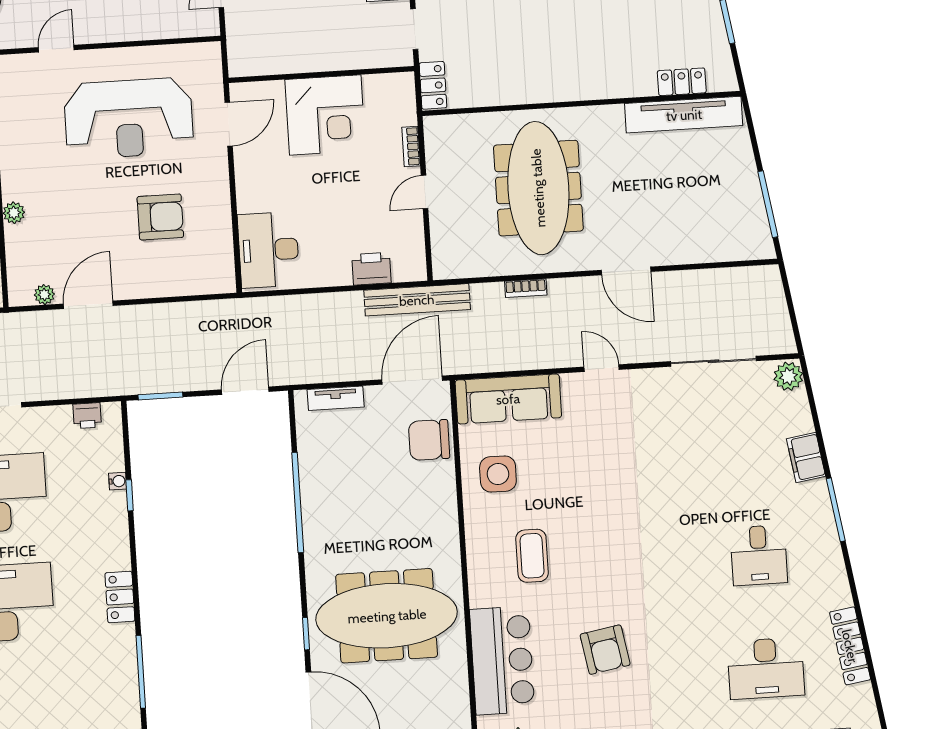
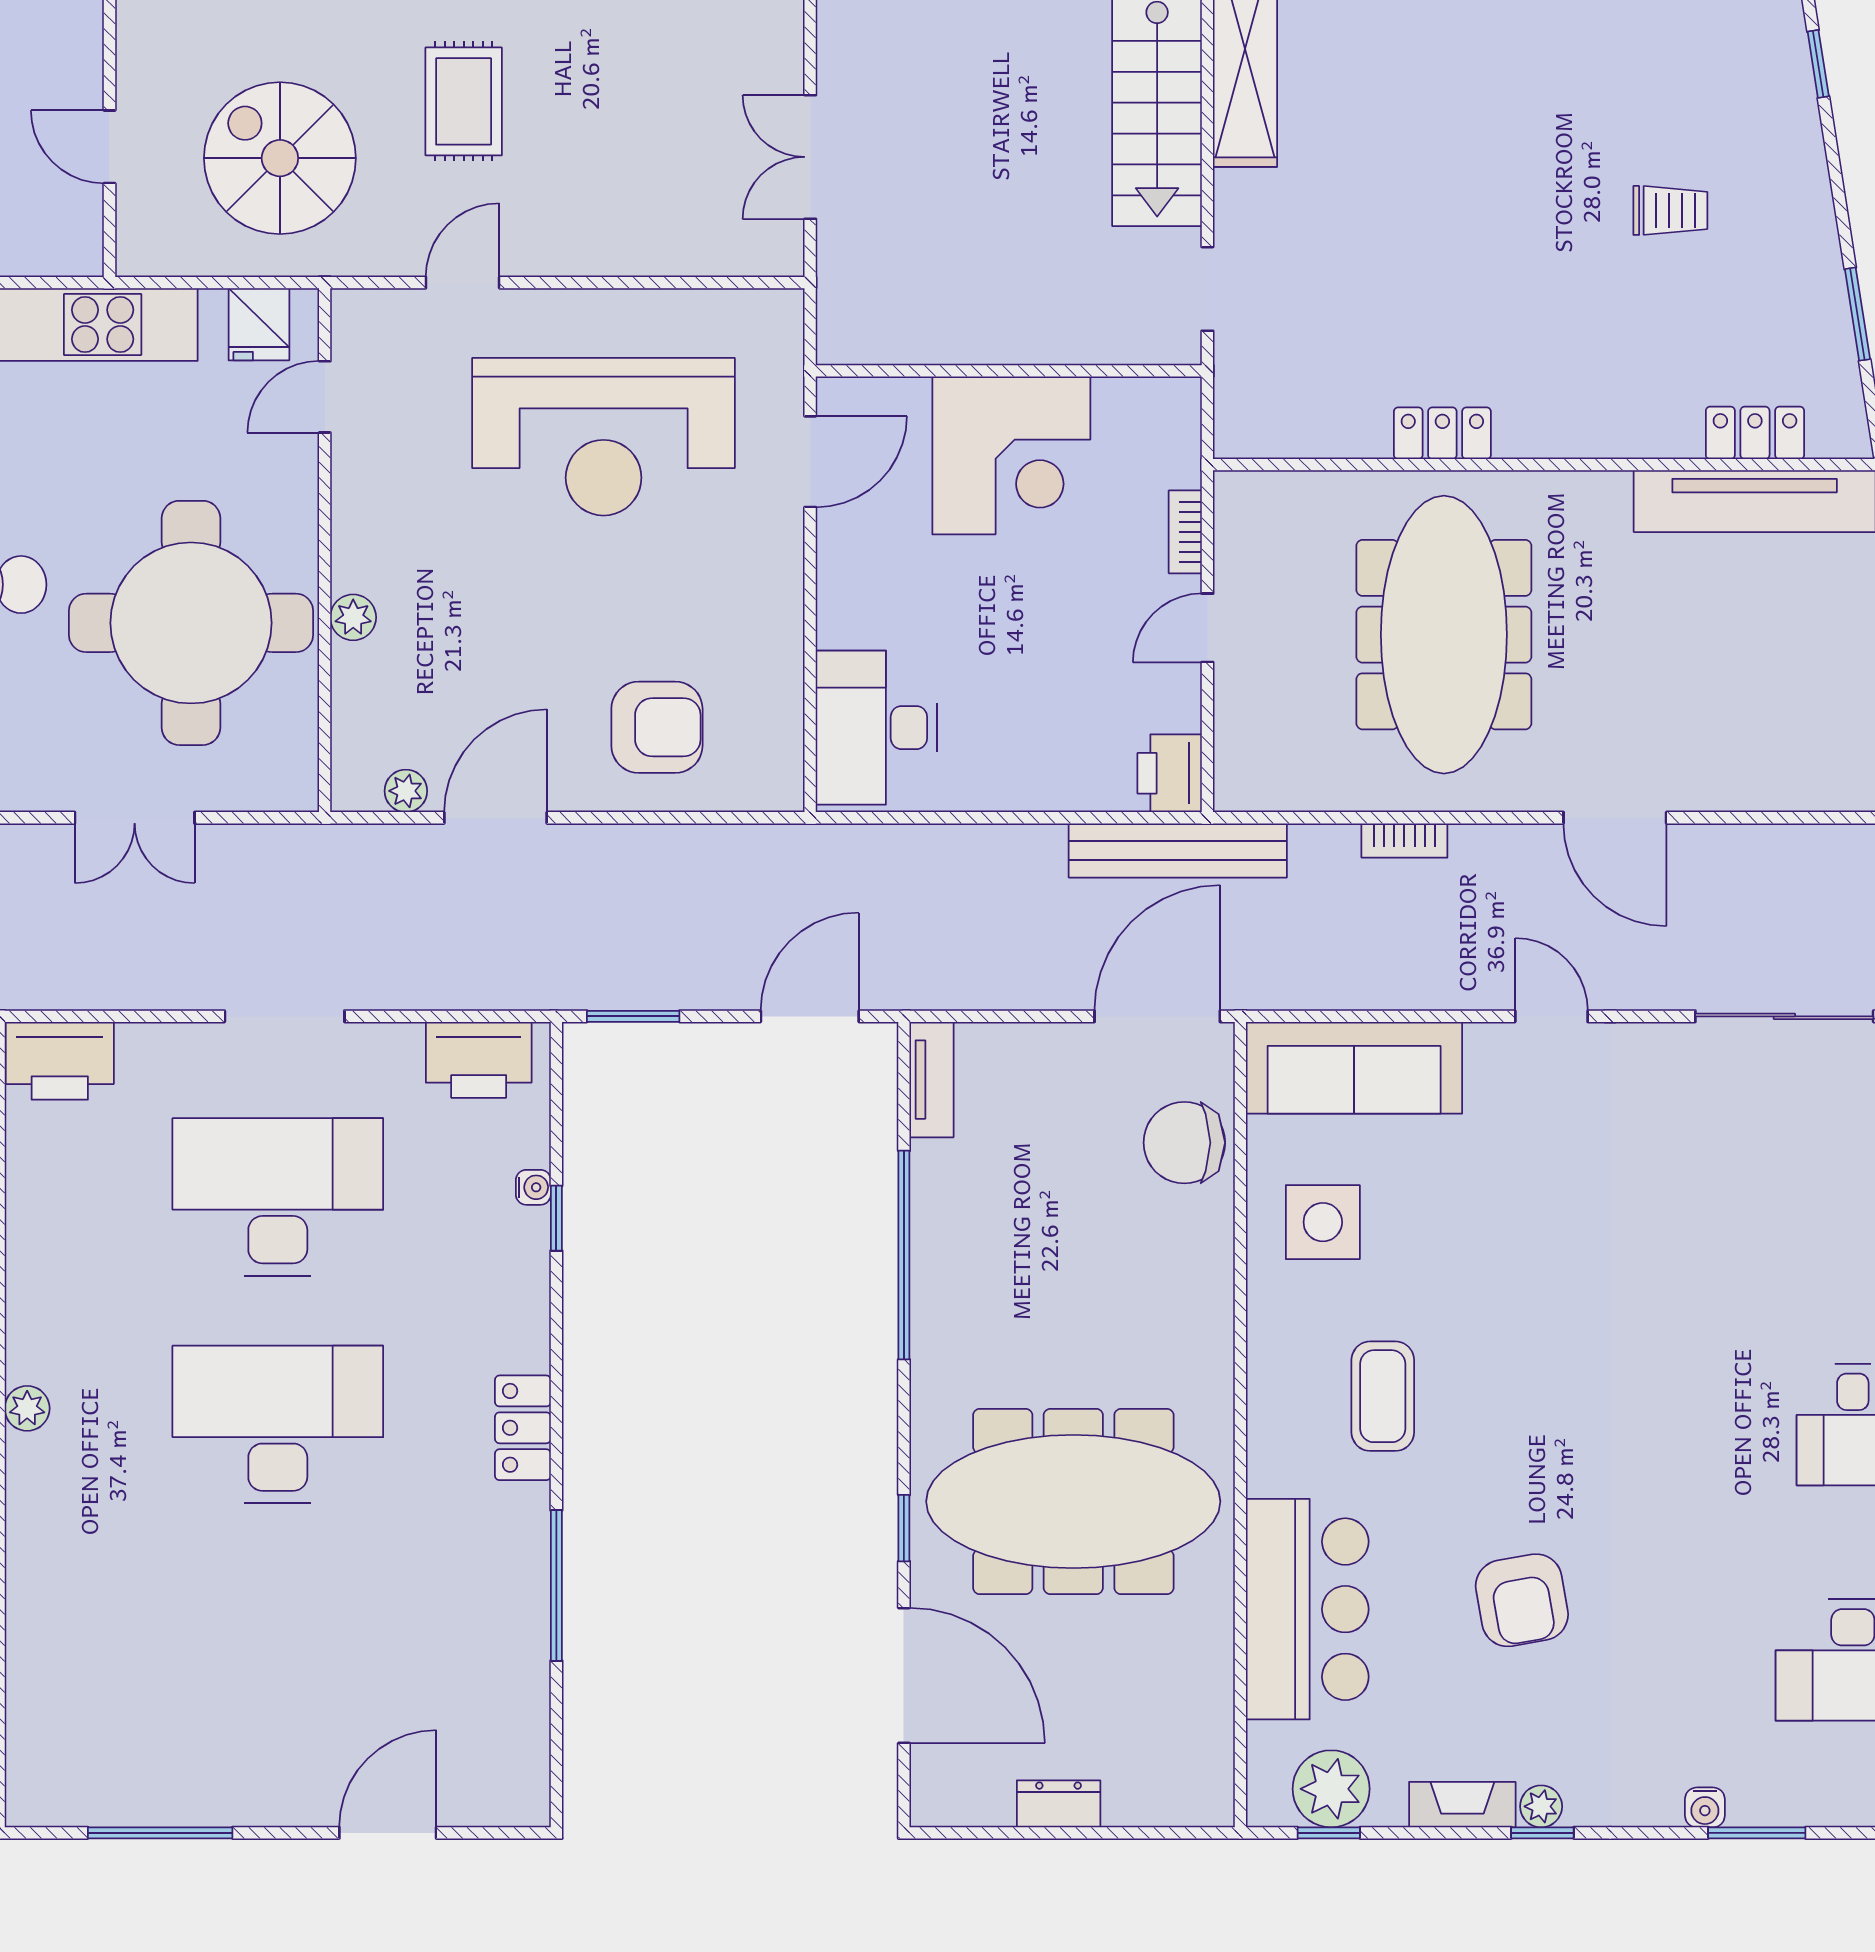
locker: (433, 85) -> (1442, 433), moved, turned -90
armchair: (160, 217) -> (657, 727), moved
printer: (371, 269) -> (1170, 773), moved, turned -90
tv unit: (336, 398) -> (931, 1080), moved, turned -90
printer: (87, 416) -> (479, 1060), width x1.87, depth x1.48

